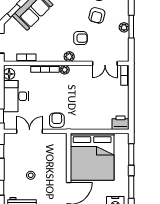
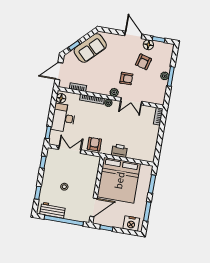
double door: (105, 63) -> (131, 101), moved
printer: (120, 123) -> (119, 151), moved

